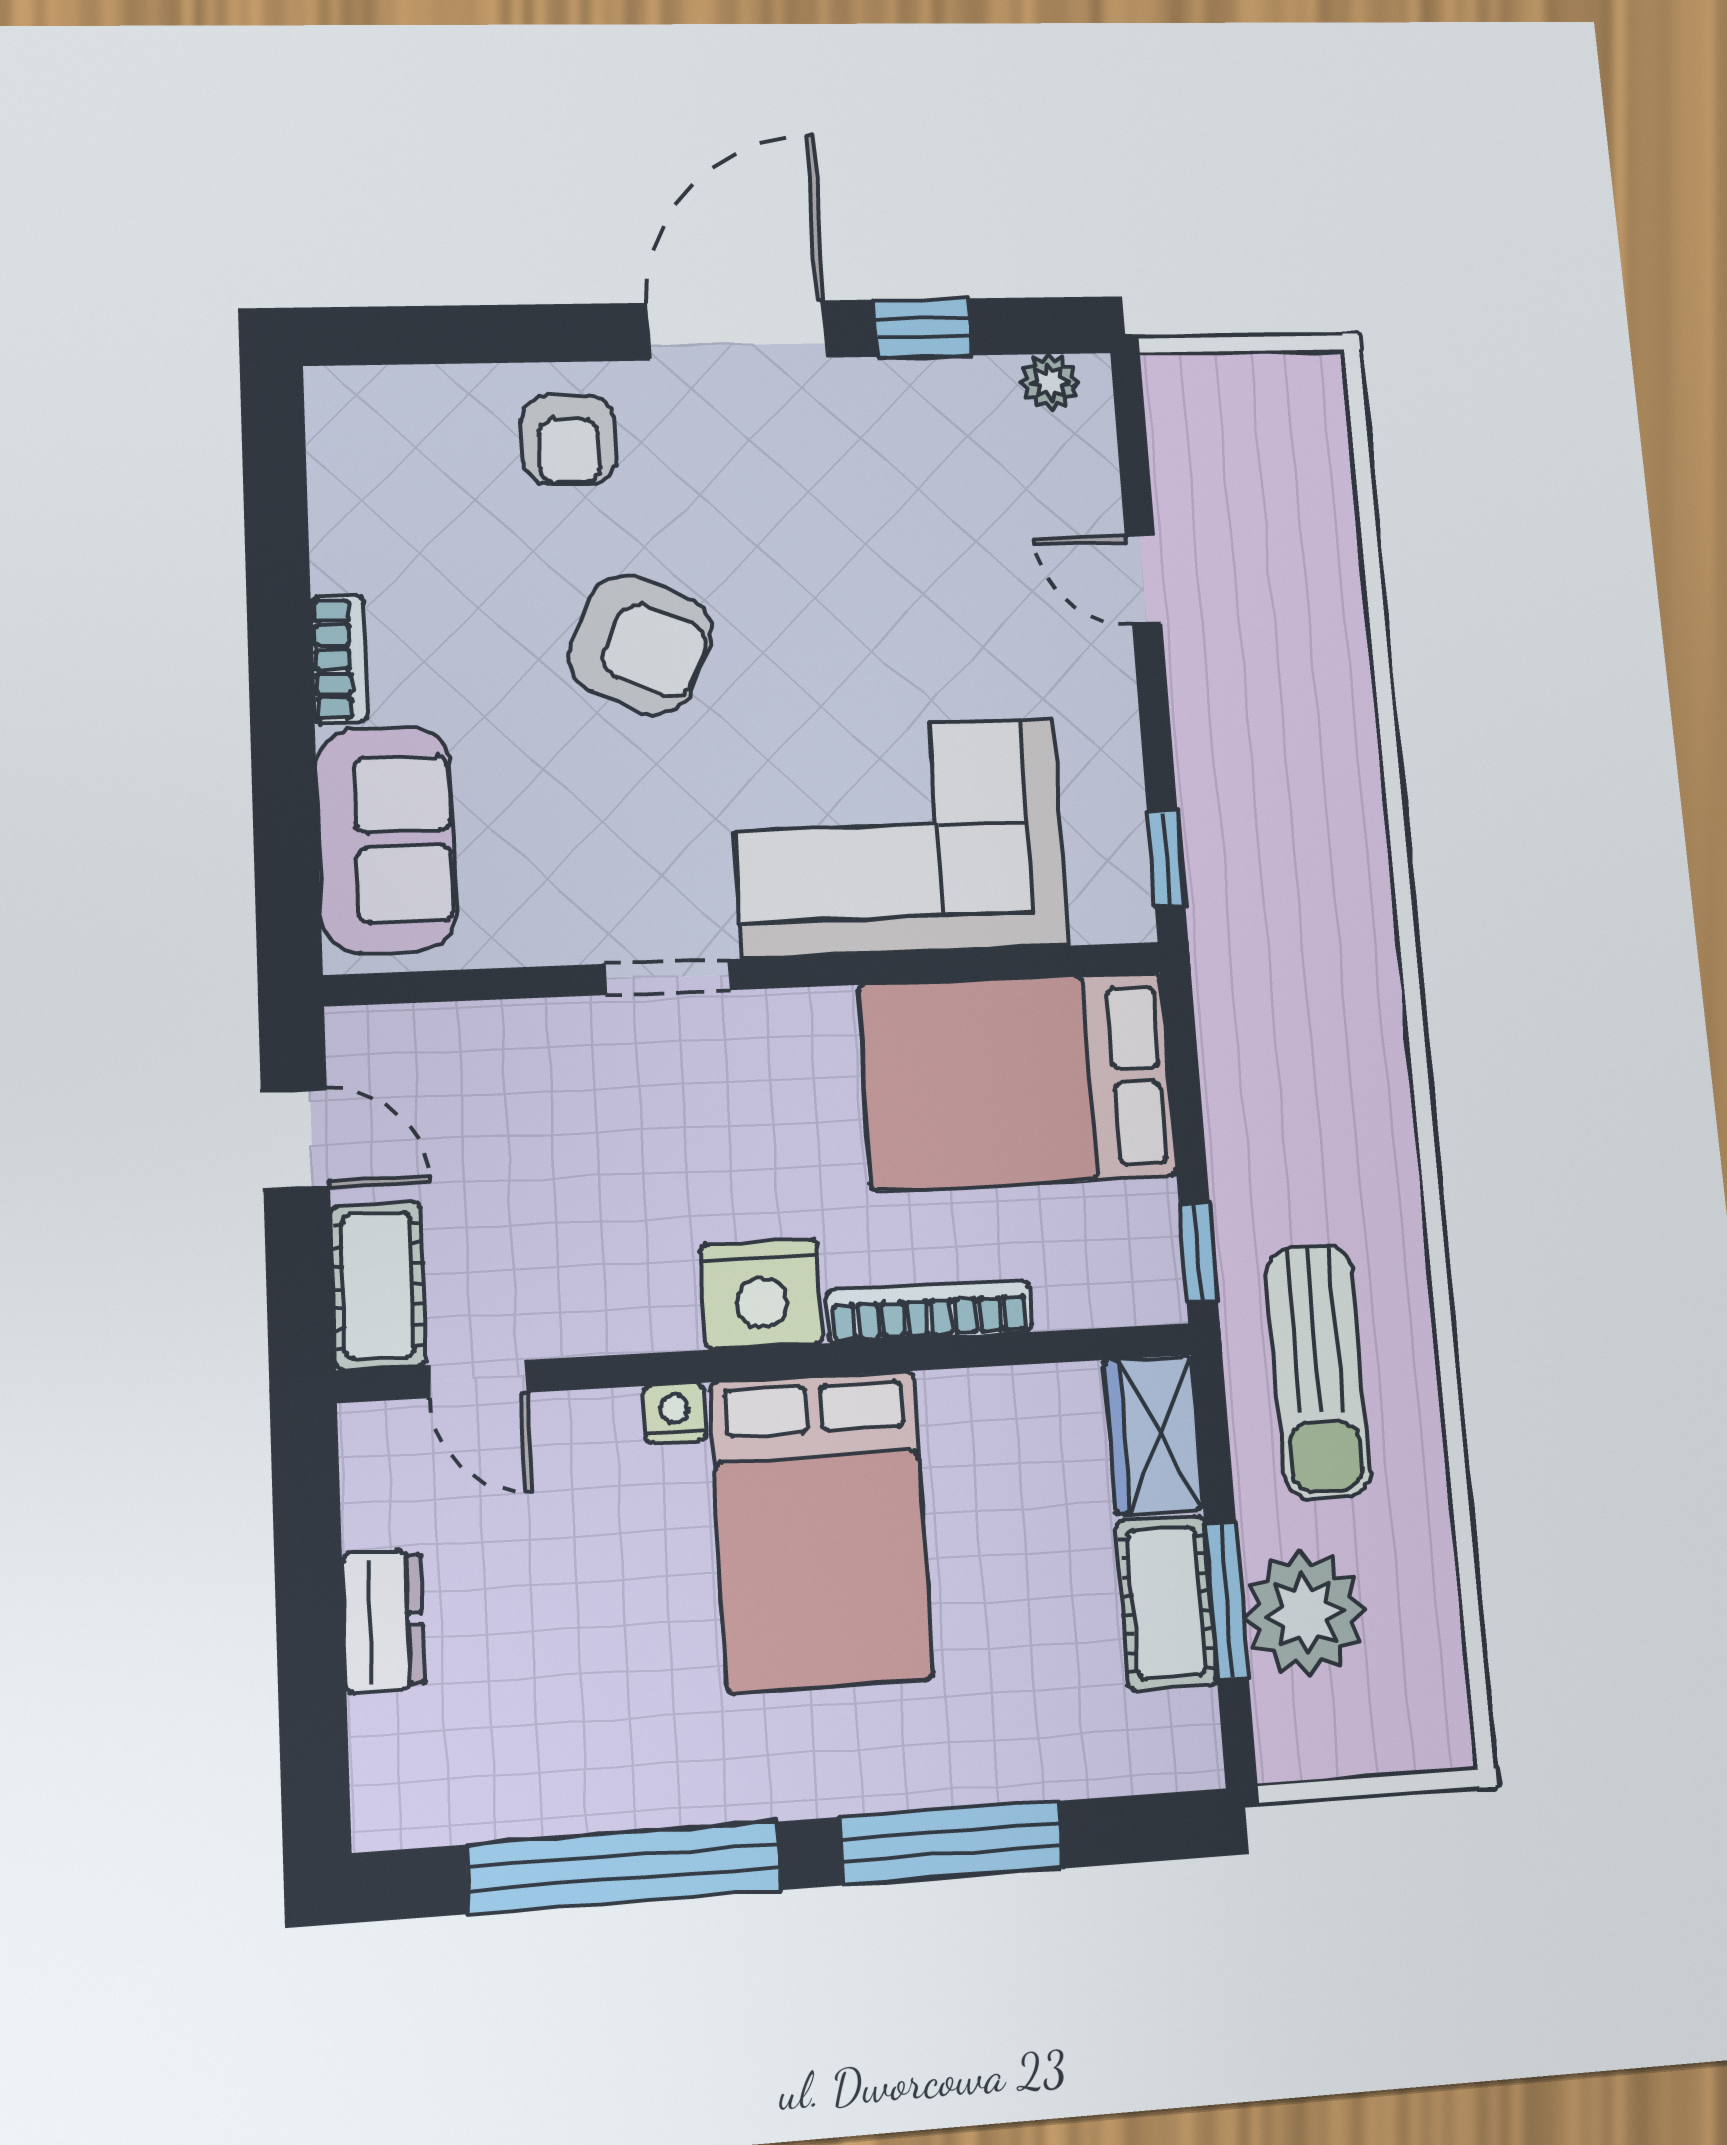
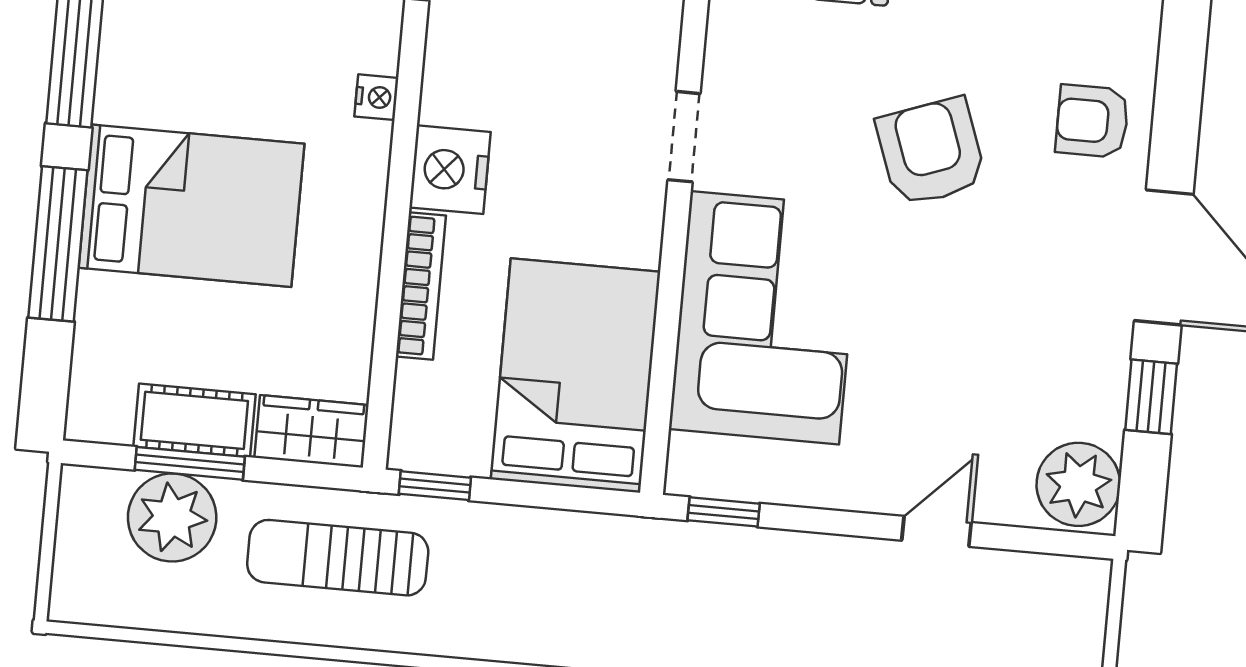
plant: (1050, 382) -> (1078, 484), width x1.87, depth x1.87
armchair: (641, 645) -> (931, 152), turned 136
bed: (821, 1530) -> (191, 206), moved, turned 180

